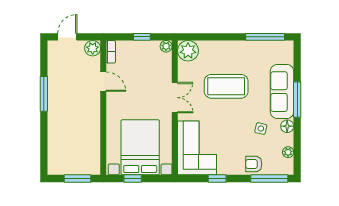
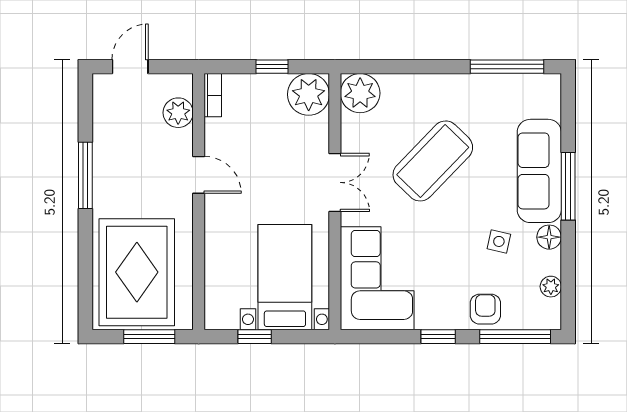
plant: (166, 46) -> (309, 94), width x1.87, depth x1.87
plant: (93, 48) -> (178, 113), moved
door: (103, 82) -> (199, 175), moved
coffee table: (226, 86) -> (433, 161), turned -46
rug: (71, 145) -> (137, 272), added
bed with nightstands: (140, 147) -> (285, 277), width x0.73
armchair: (254, 164) -> (485, 309), turned 90
window: (217, 178) -> (438, 337), moved

